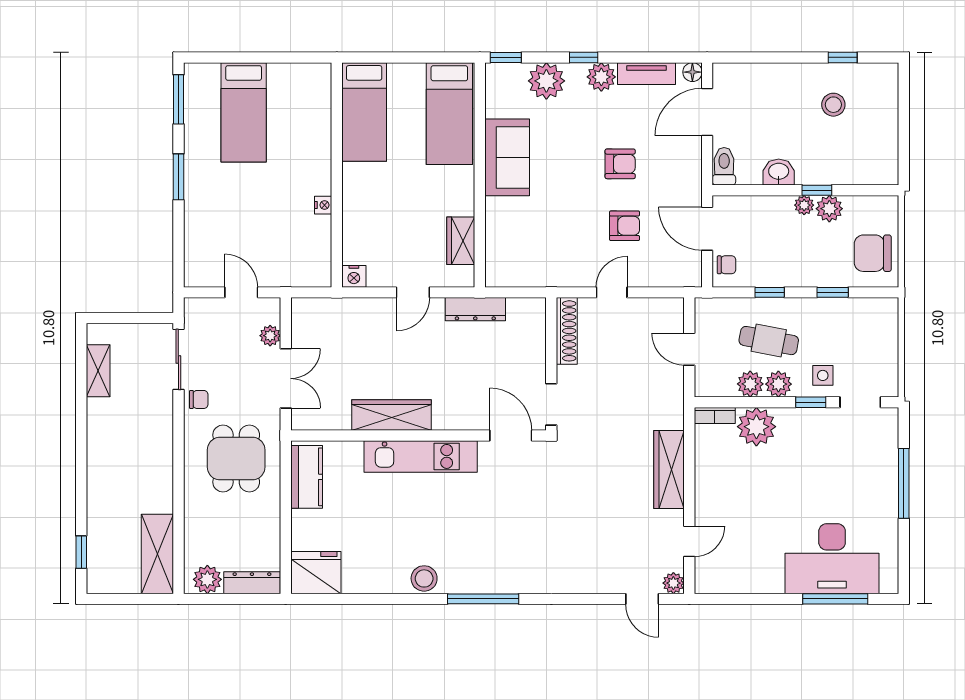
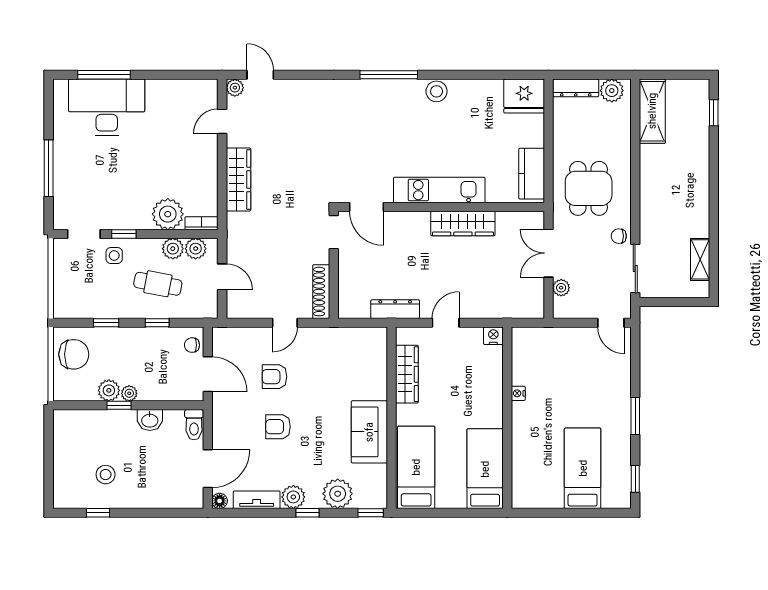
window: (178, 99) -> (635, 479), width x0.67
wardrobe: (461, 241) -> (407, 374), width x1.50
door: (241, 292) -> (611, 323), moved
plant: (778, 384) -> (196, 249), moved

